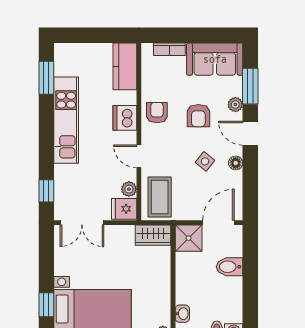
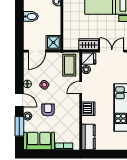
armchair: (157, 113) -> (71, 112), removed
door: (139, 156) -> (81, 88), swing flipped
wardrobe: (153, 235) -> (89, 44), moved
bidet: (230, 267) -> (31, 16), moved

